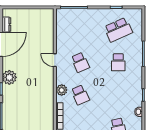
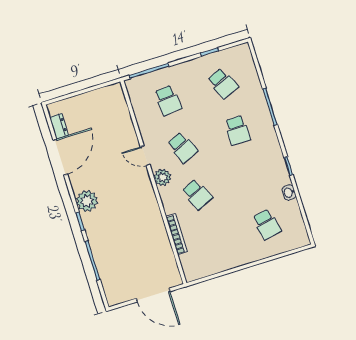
school desk: (80, 30) -> (168, 100), added
school desk: (118, 30) -> (223, 83), width x0.54
plant: (62, 90) -> (162, 177), moved

